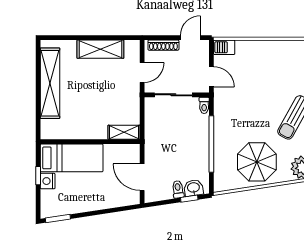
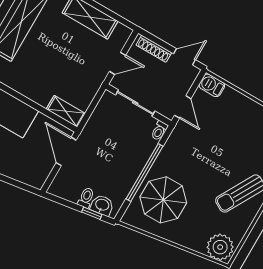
parasol: (257, 162) -> (163, 200), moved
door: (142, 177) -> (66, 151), moved

